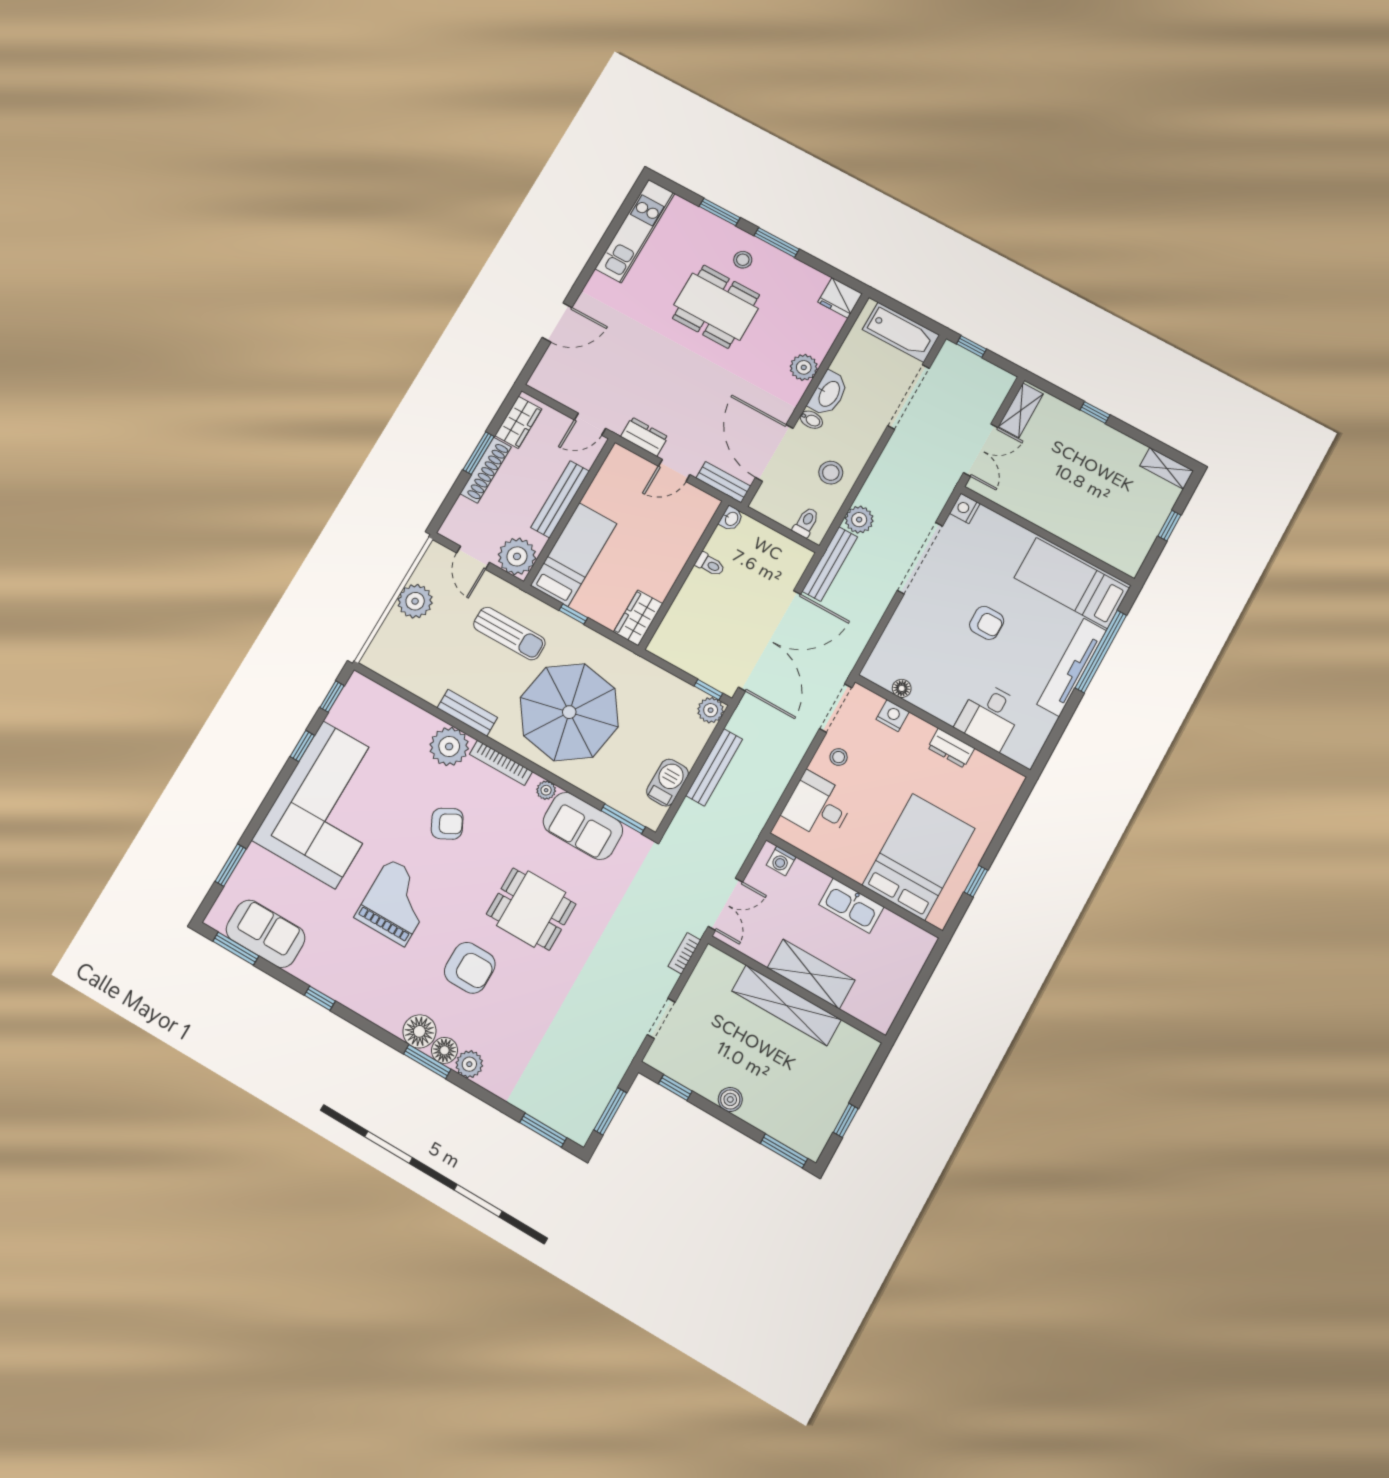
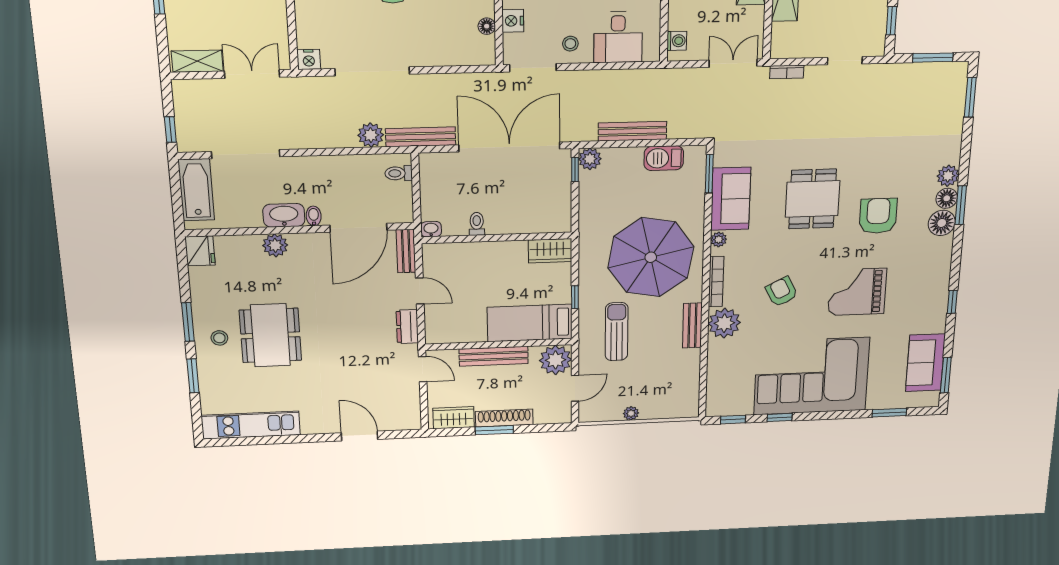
stool: (831, 473) -> (347, 178), removed
plant: (415, 601) -> (631, 413), width x0.53, depth x0.53

